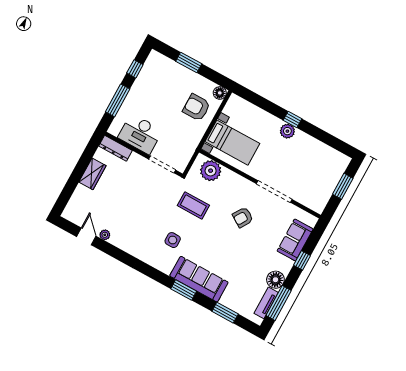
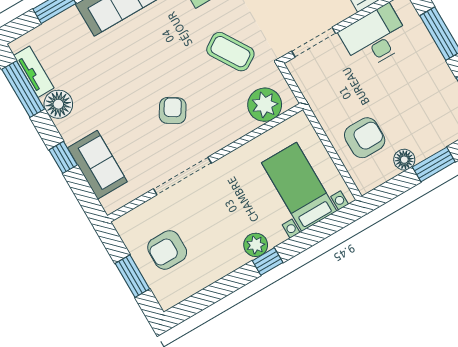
floor lamp: (220, 93) -> (404, 160), moved
bed with nightstands: (232, 143) -> (299, 187), moved, turned 90
armchair: (318, 176) -> (167, 250), added
coffee table: (193, 205) -> (230, 52), turned 58

